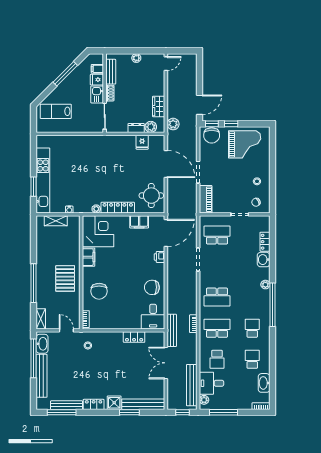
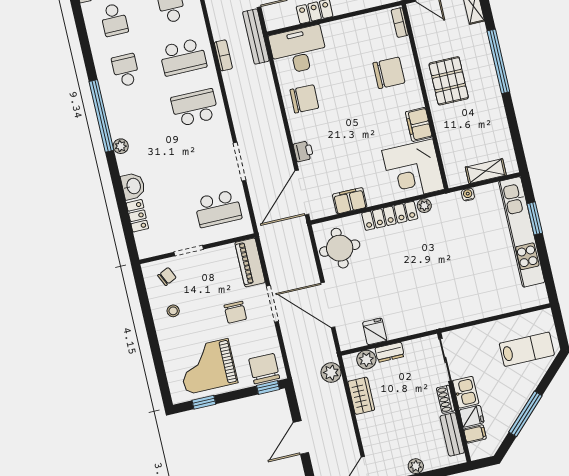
door: (200, 105) -> (301, 438), moved
window: (231, 124) -> (204, 402), moved
chair: (221, 172) -> (235, 312), added
chair: (99, 291) -> (389, 73), turned 90
desk: (153, 317) -> (298, 50), width x1.37
school desk: (252, 328) -> (126, 70), turned 180

